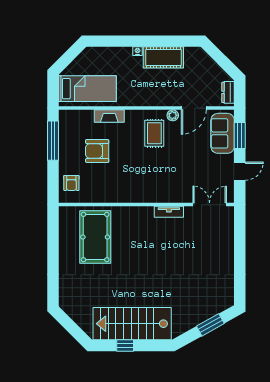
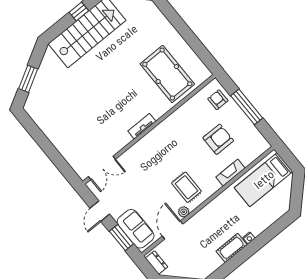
cot: (163, 57) -> (232, 248), width x0.73, depth x0.75
window: (53, 141) -> (247, 107), moved
tv unit: (169, 212) -> (142, 126), moved

